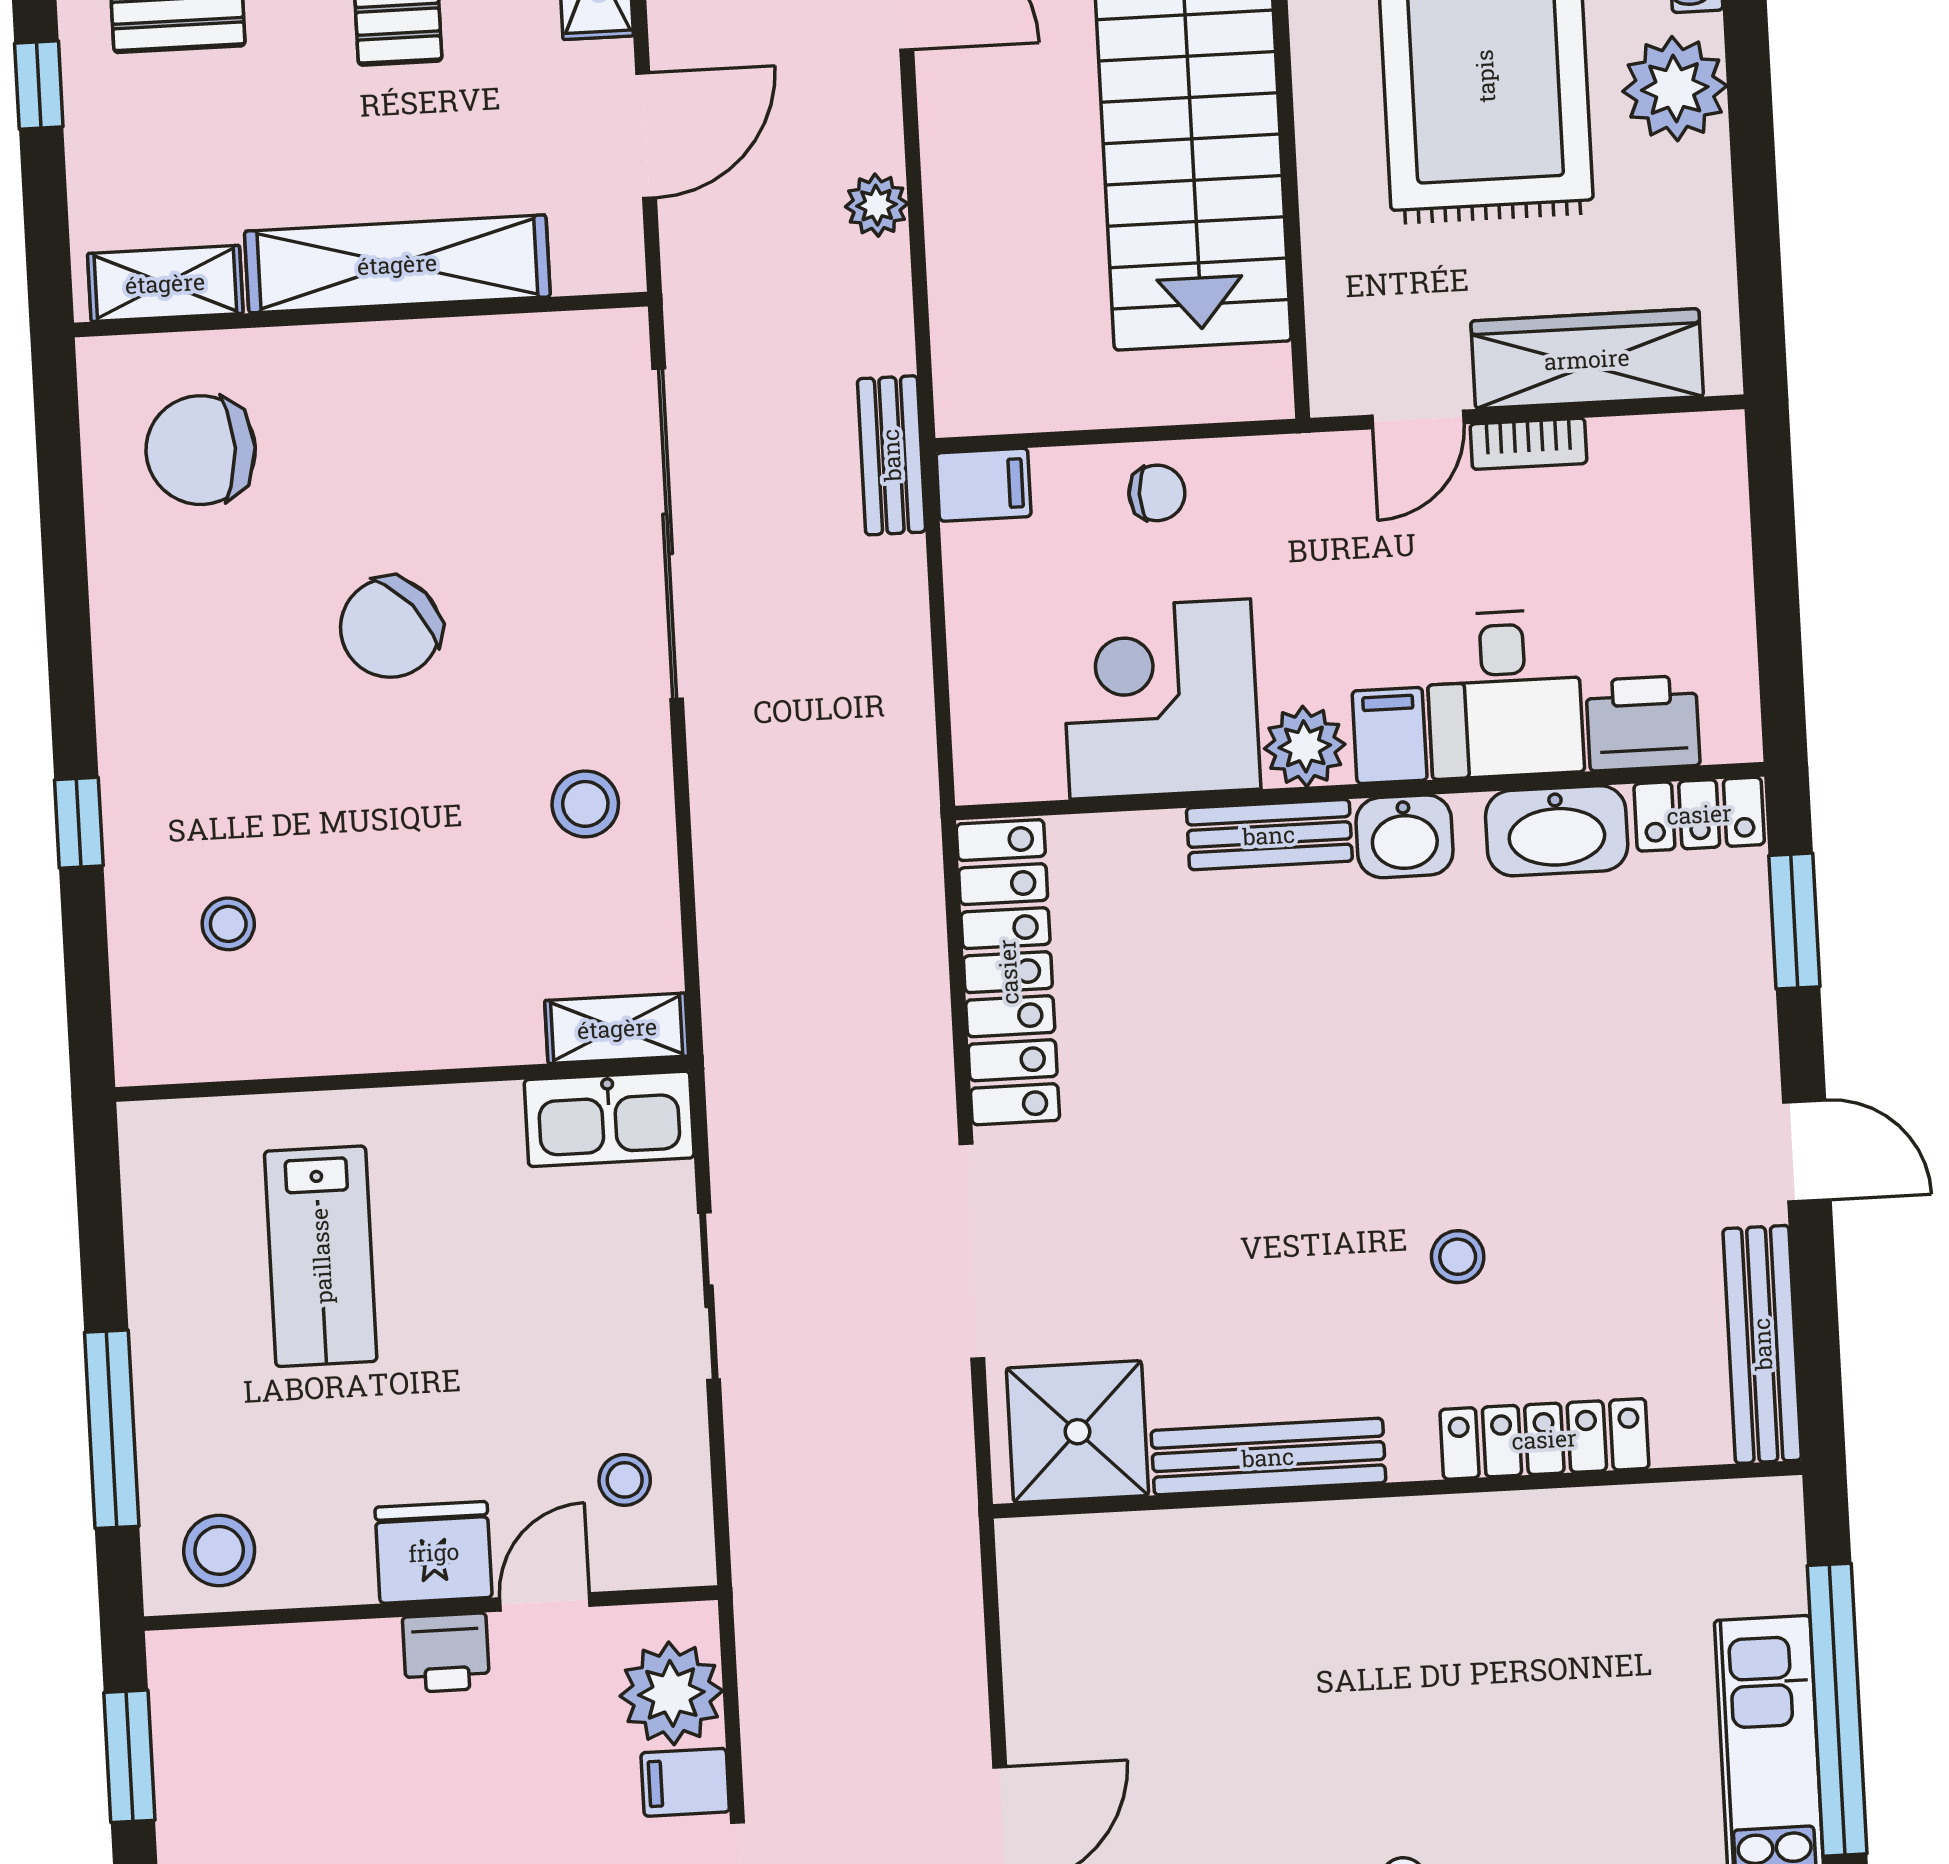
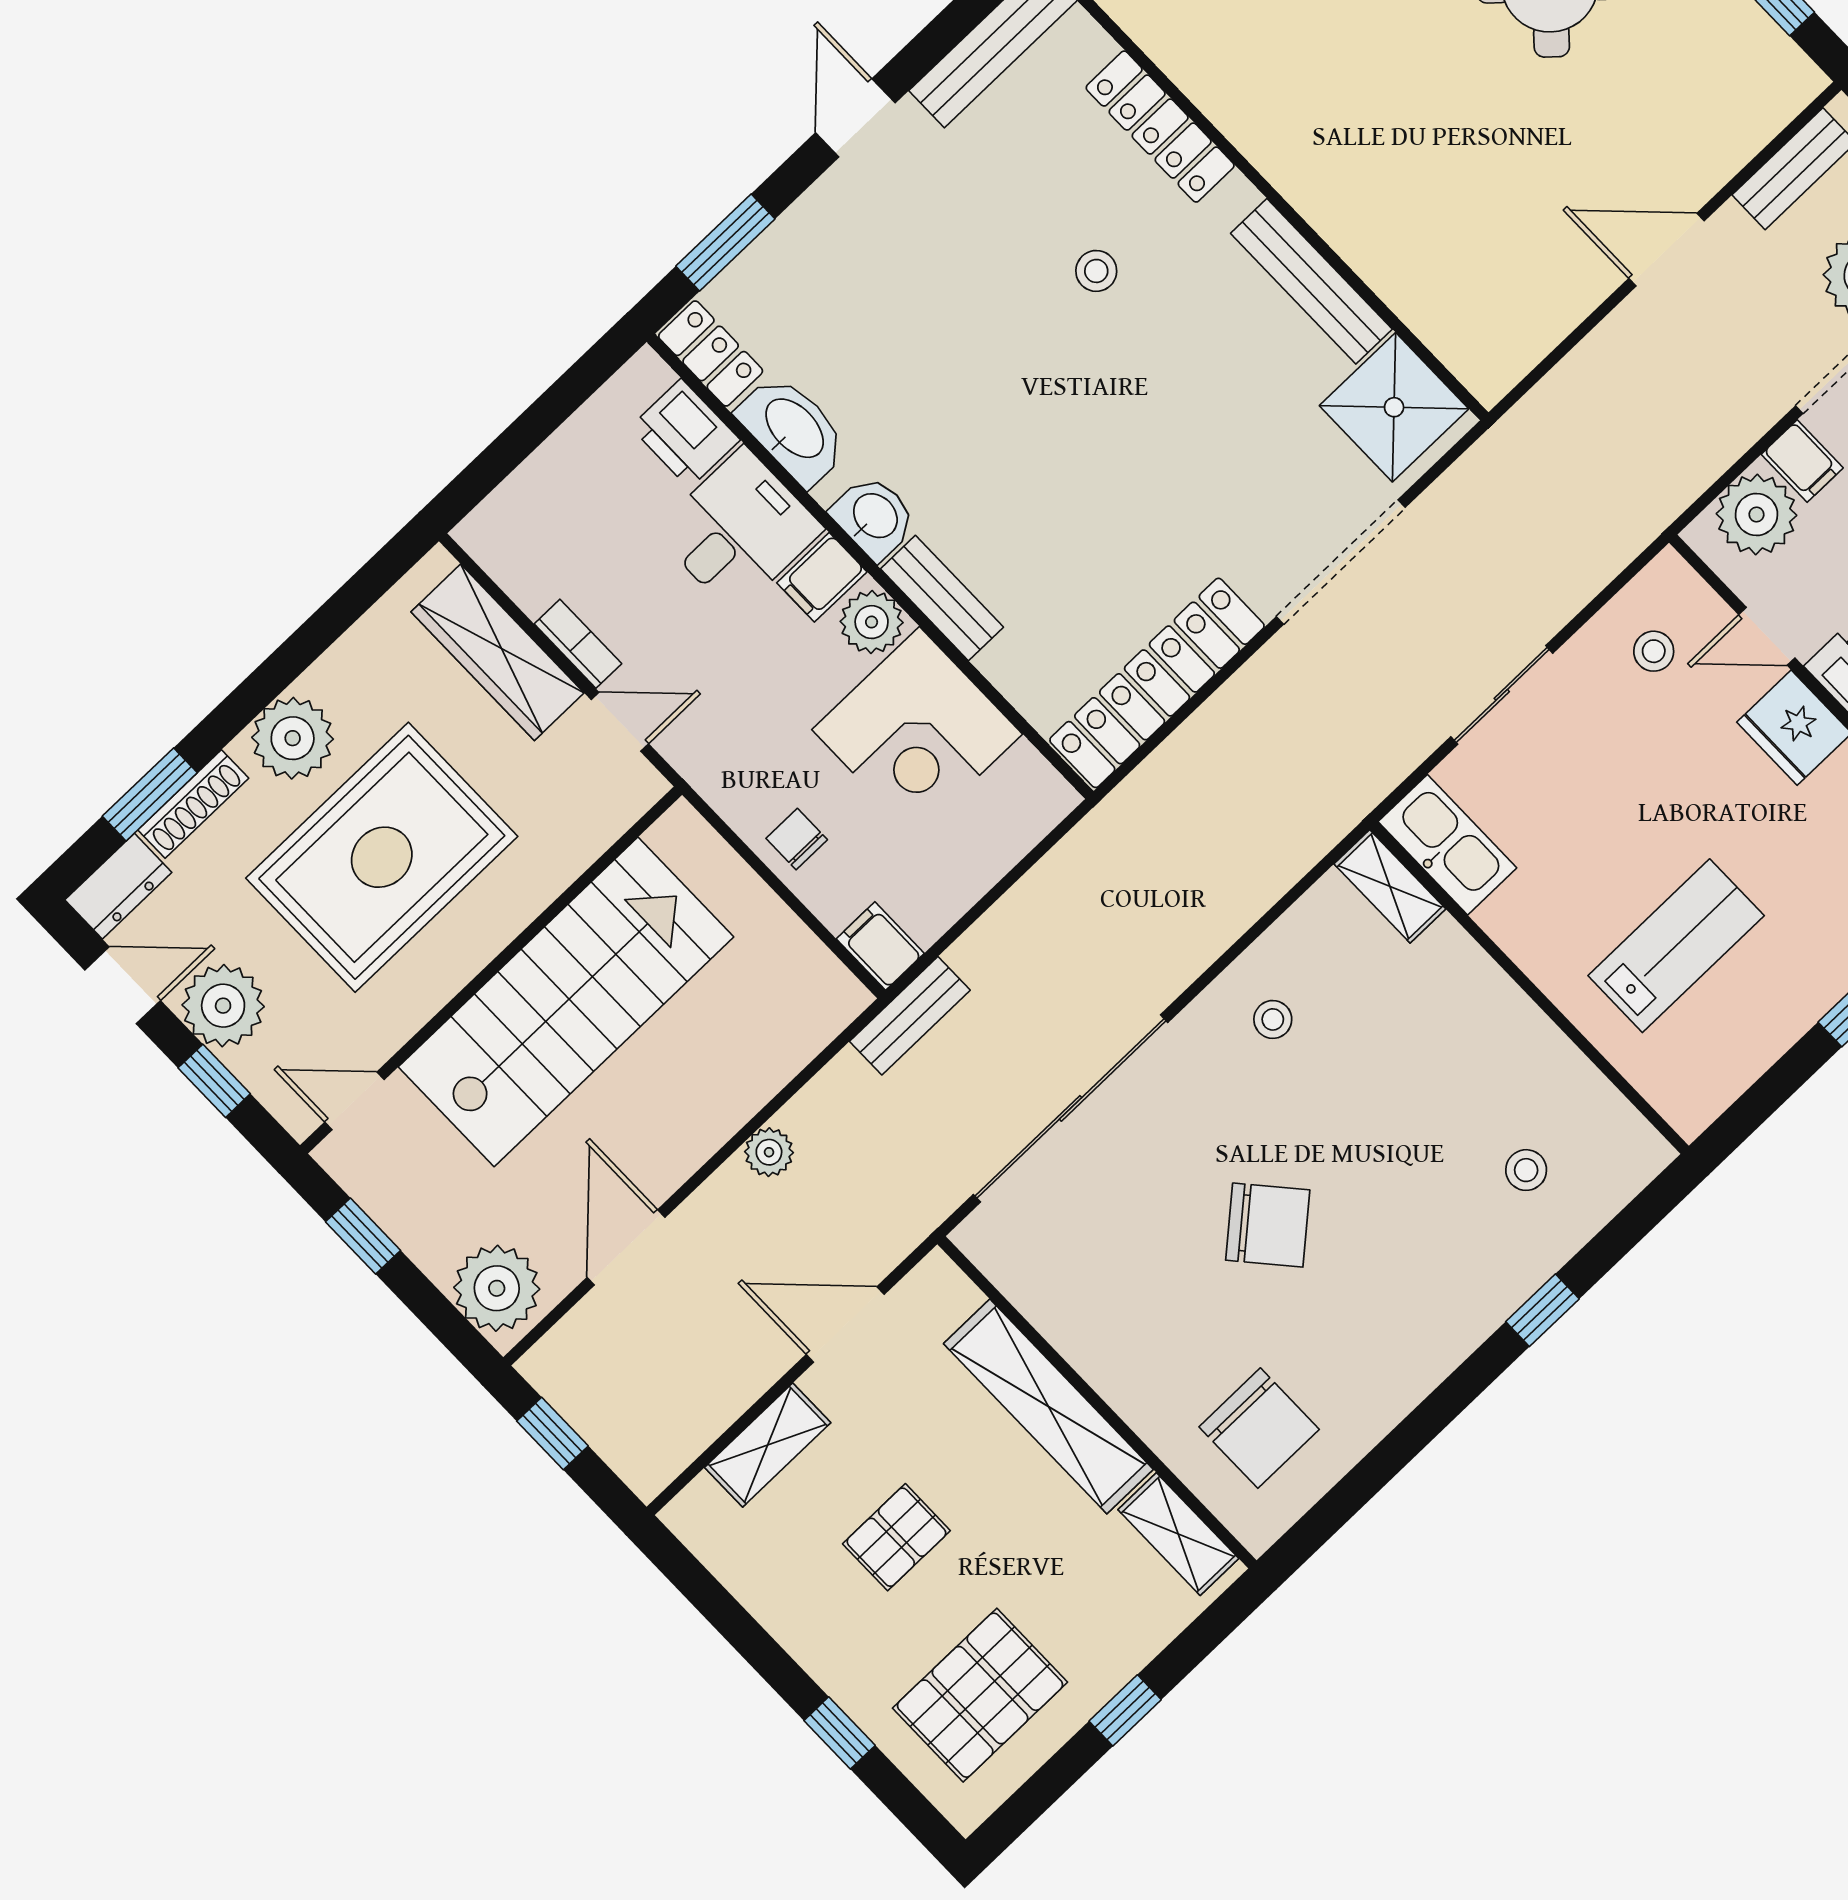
stool: (585, 804) -> (1273, 1019), width x0.73, depth x0.73

